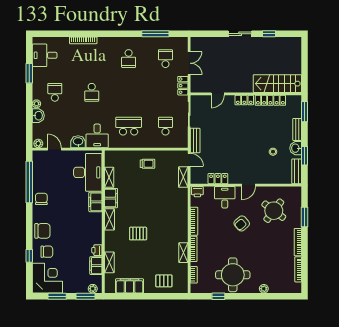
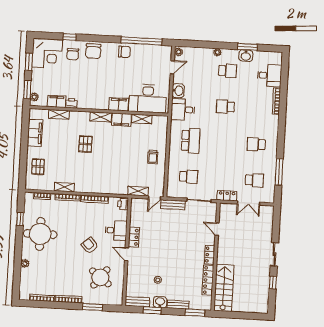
desk: (45, 55) -> (269, 76), moved, turned 90
washbasin: (38, 116) -> (246, 56), moved
locker: (218, 179) -> (134, 237), moved

